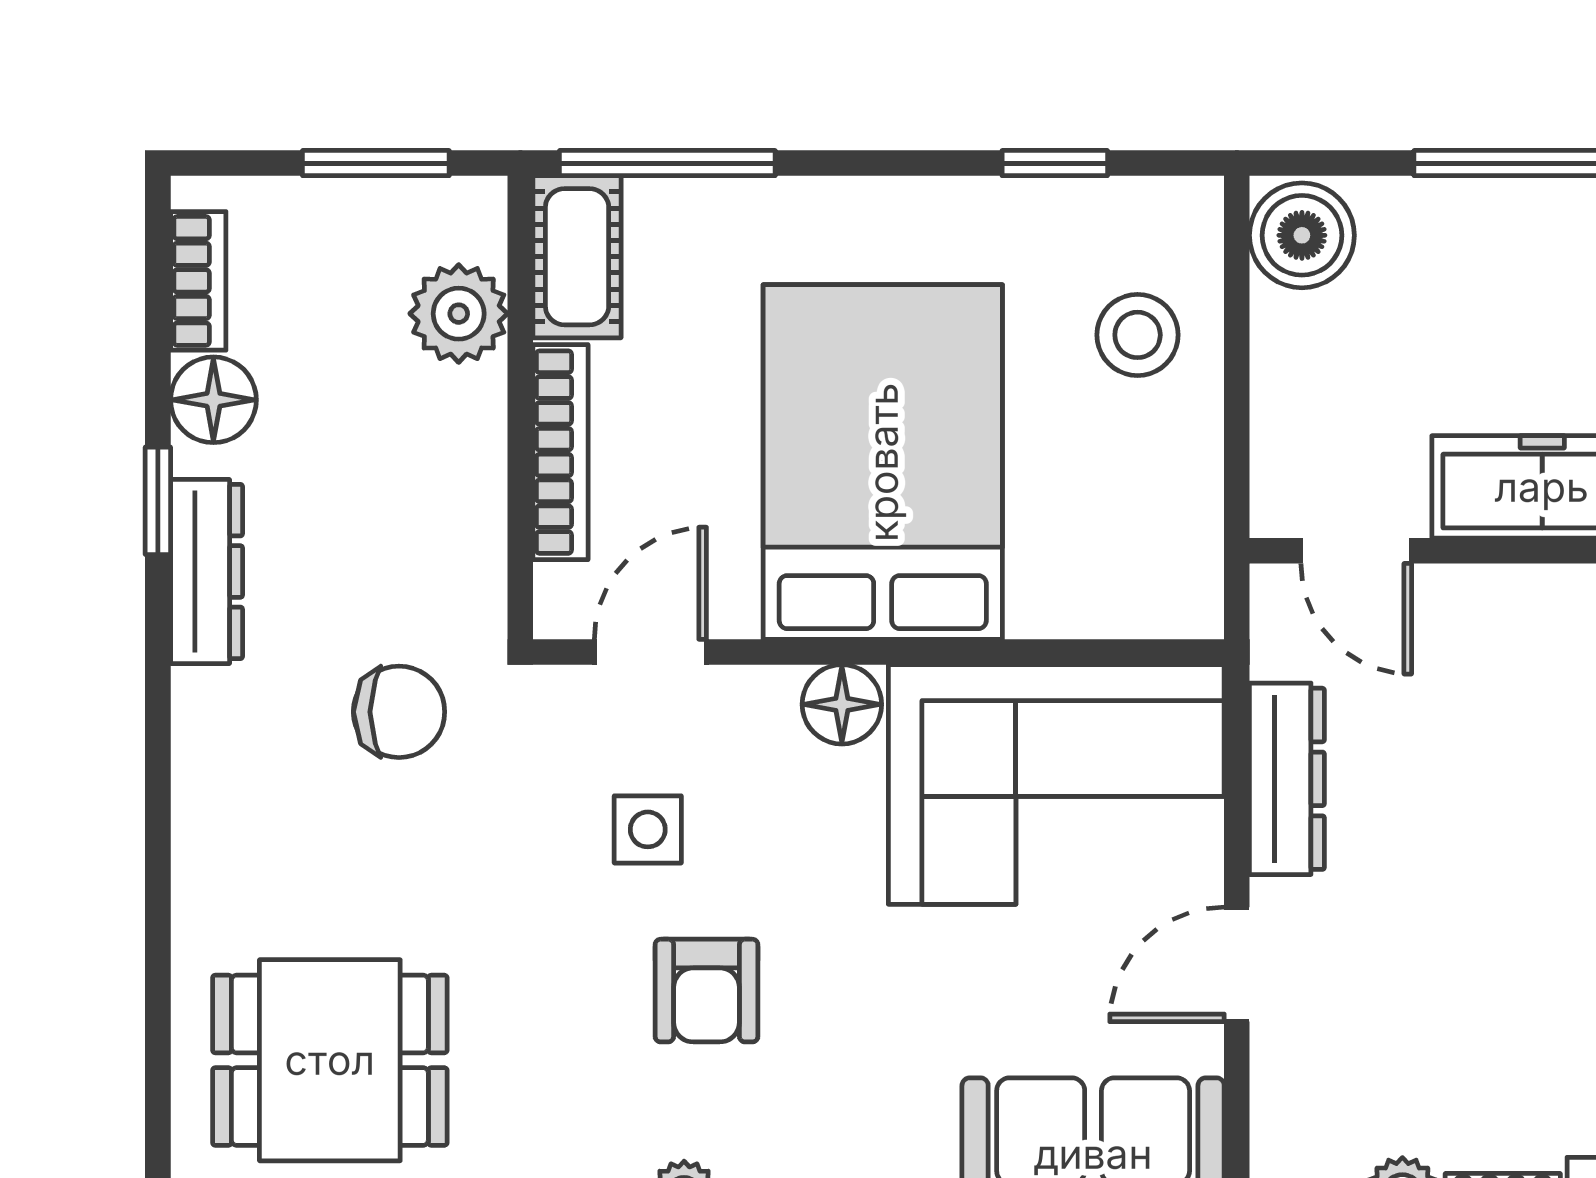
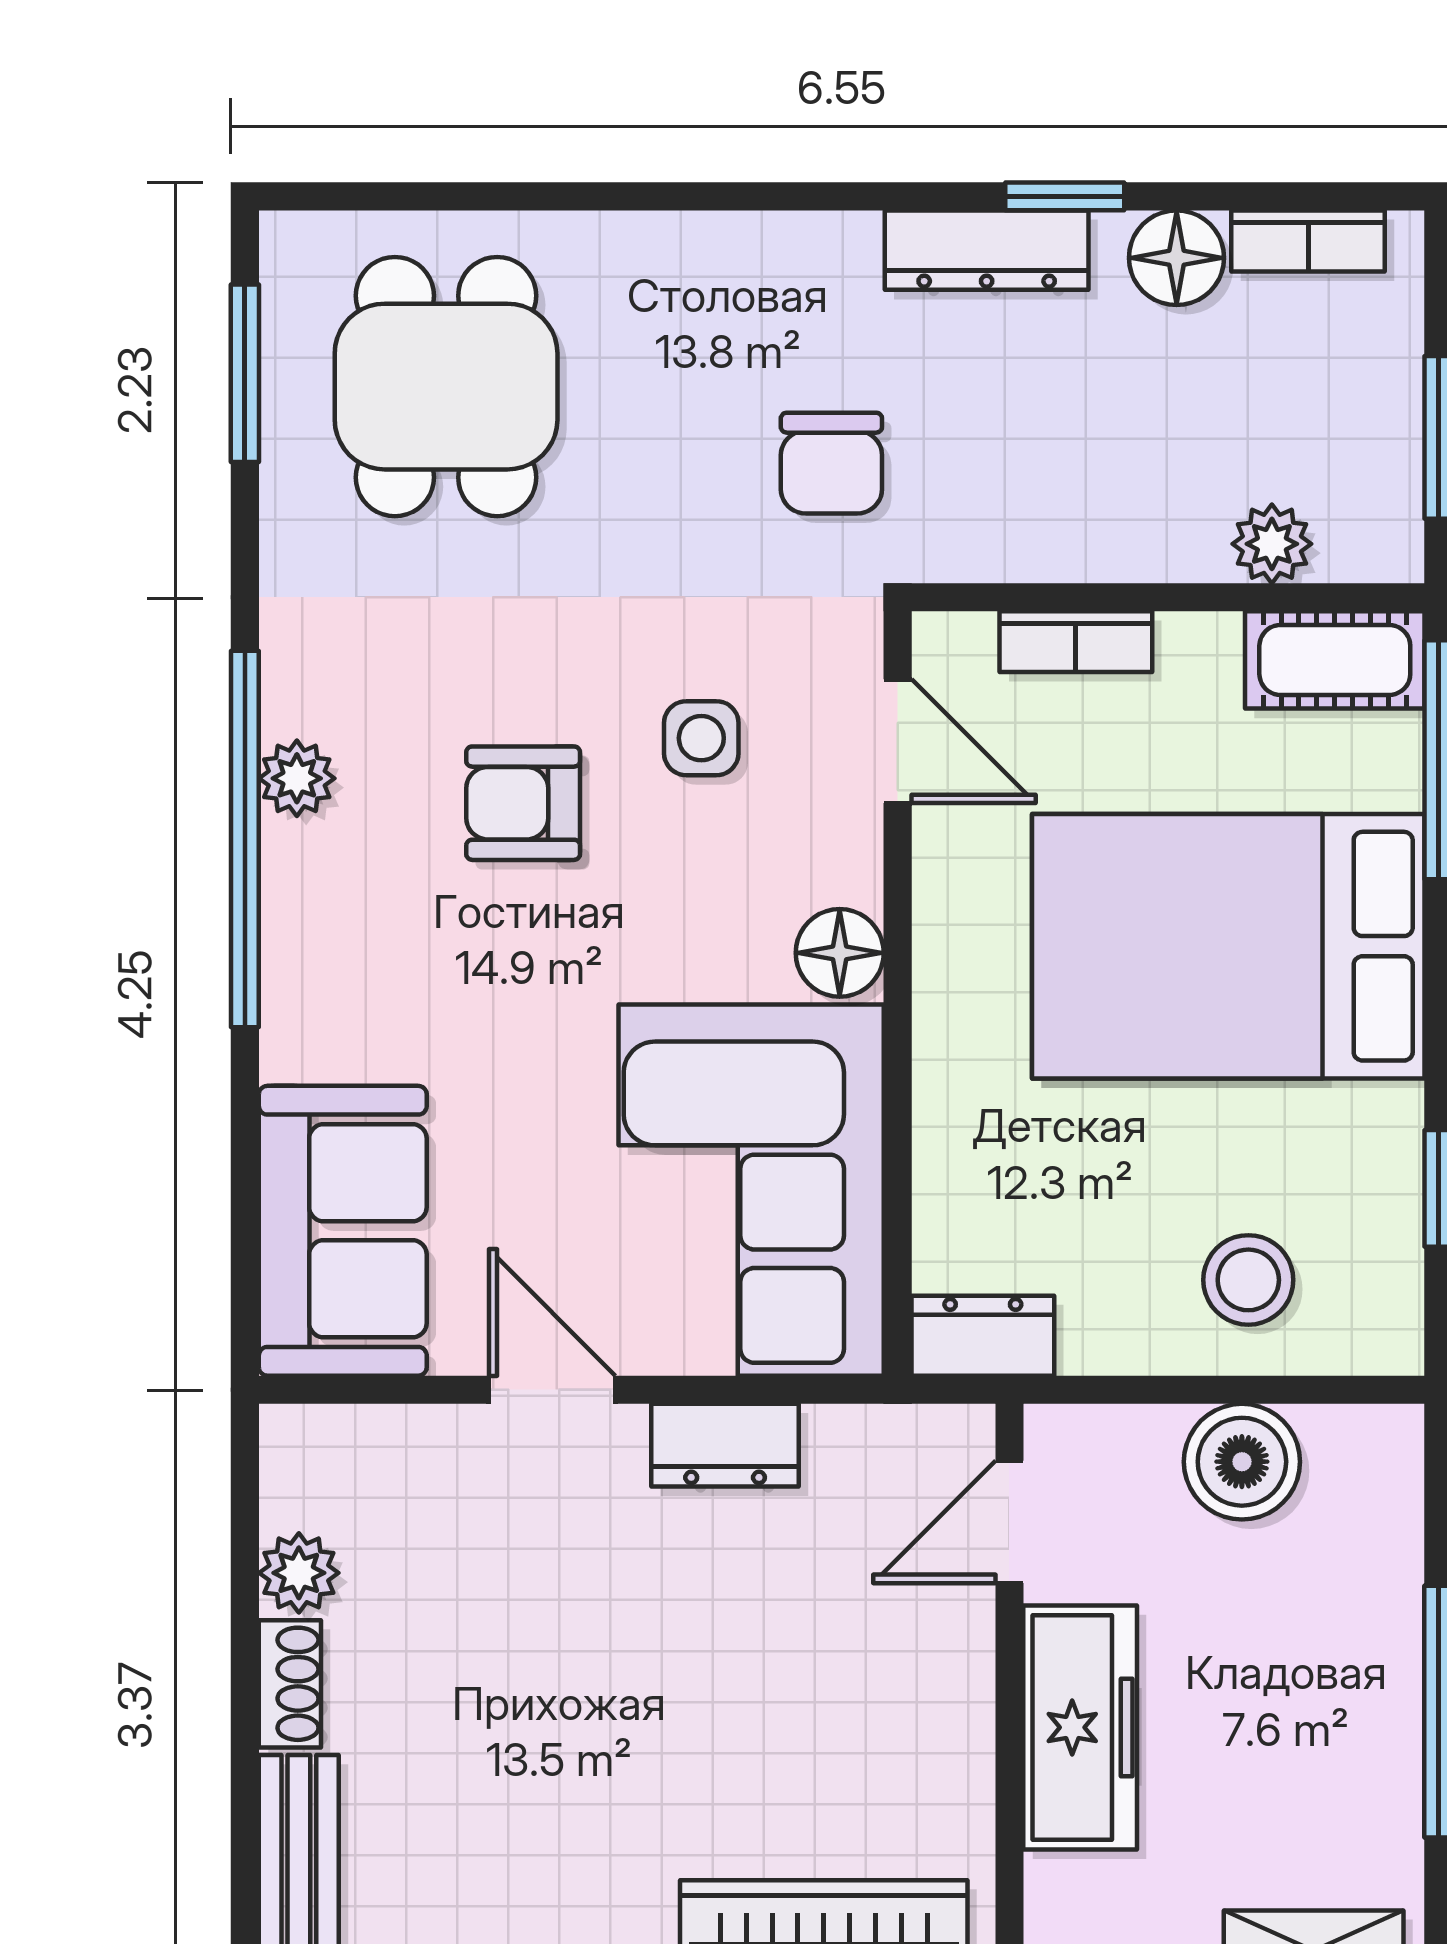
boiler: (1302, 235) -> (1242, 1462), moved
plant: (459, 314) -> (1272, 544), width x0.73, depth x0.73
bookcase: (561, 452) -> (1076, 642), width x0.64
bed: (883, 462) -> (1228, 946), moved, turned 180
dresser: (1188, 575) -> (983, 1336), added
dresser: (1287, 779) -> (725, 1445), width x0.70

